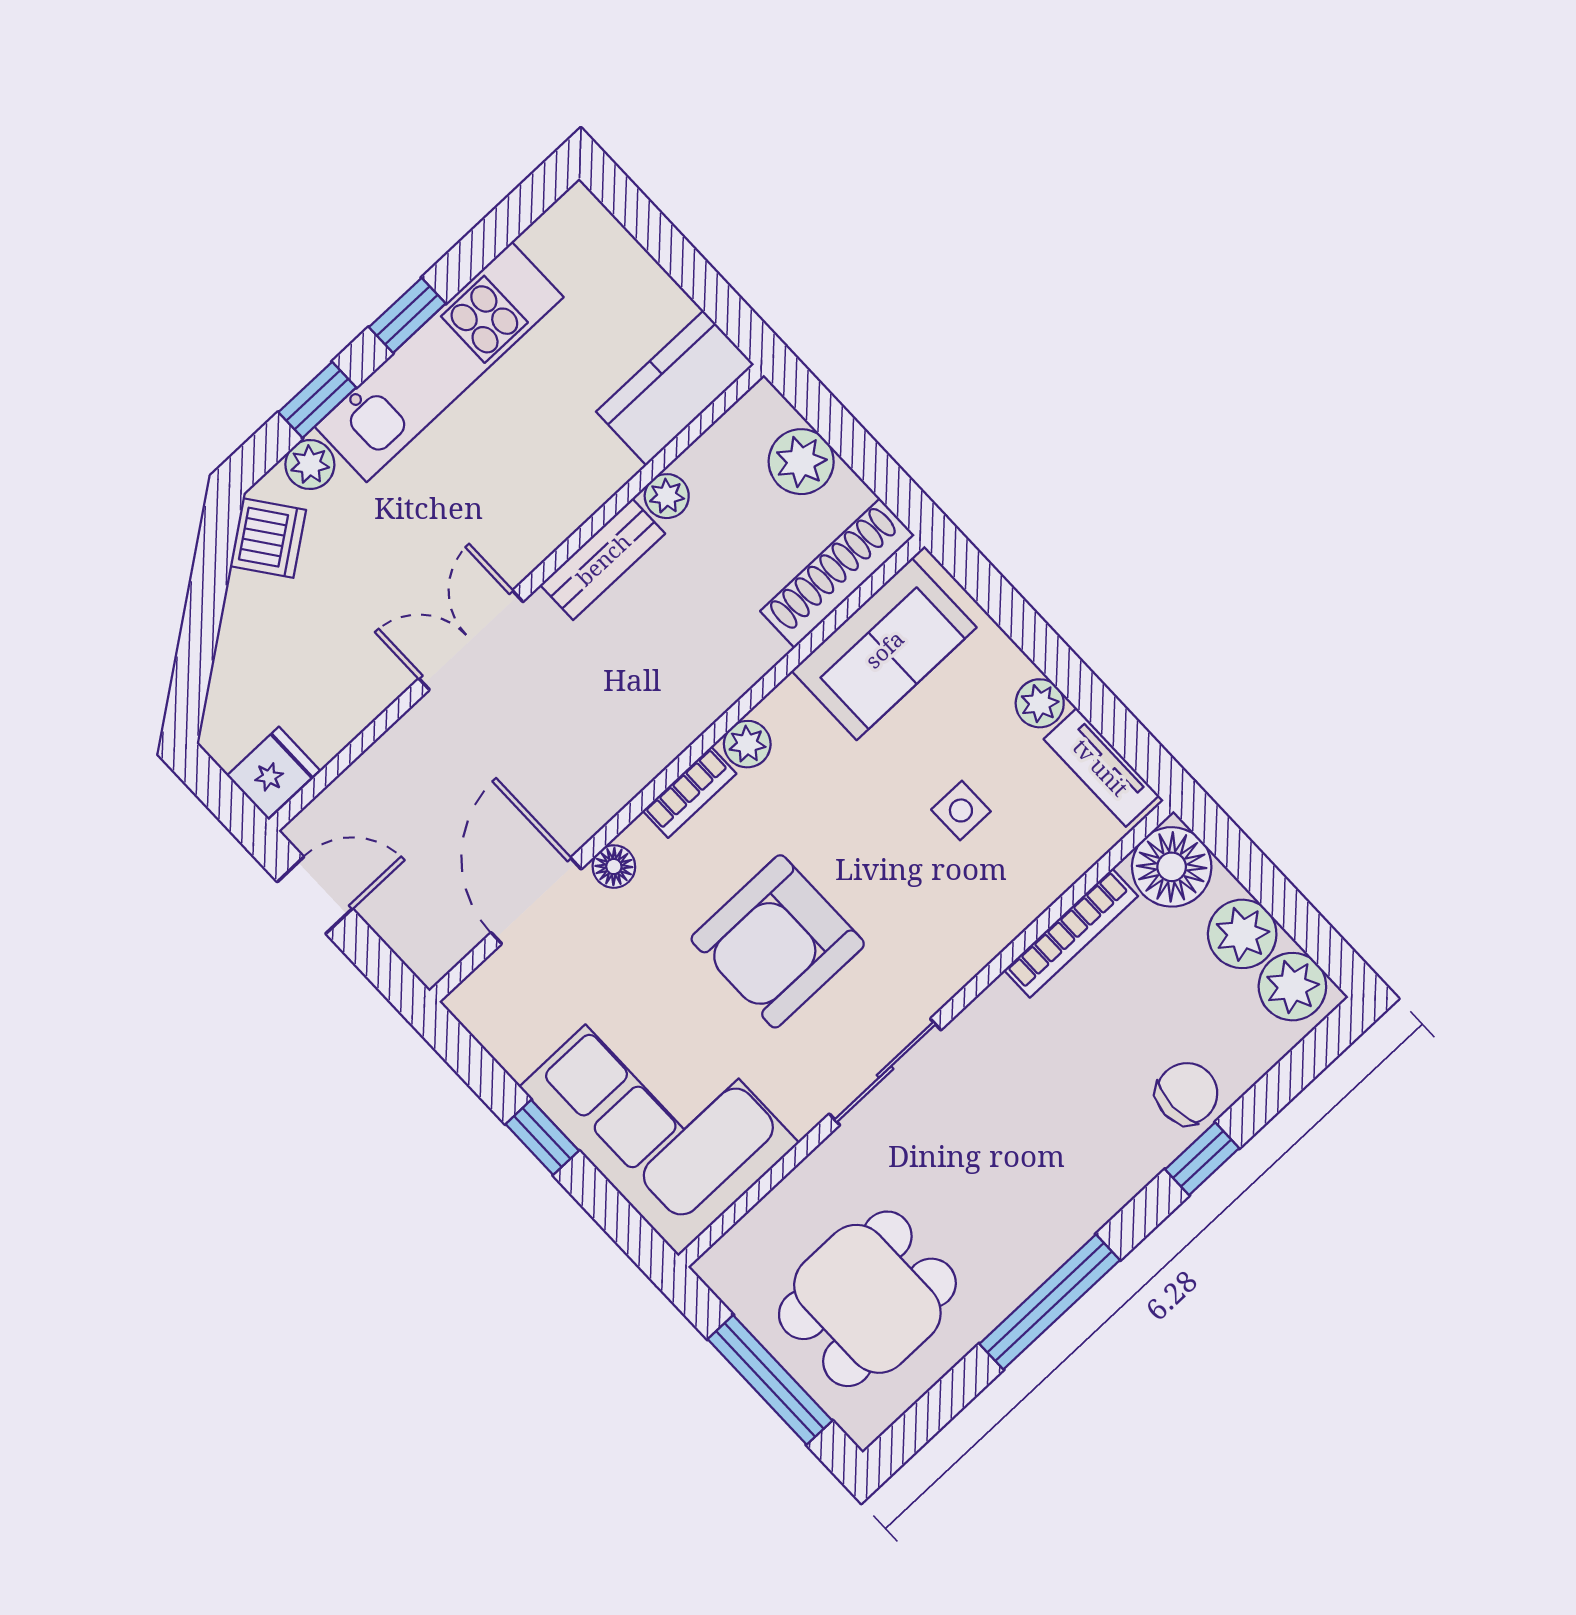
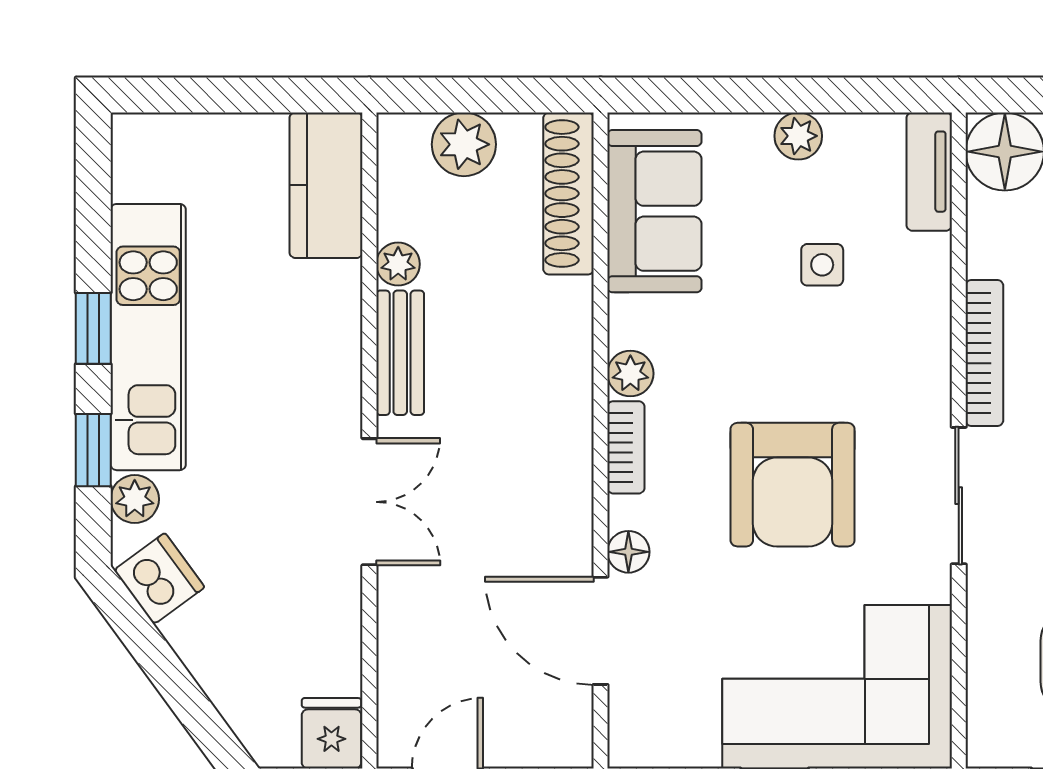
double door: (471, 640) -> (369, 502), swing flipped
tv unit: (1101, 767) -> (929, 172), moved, turned 90
bookcase: (1071, 933) -> (984, 353), moved

